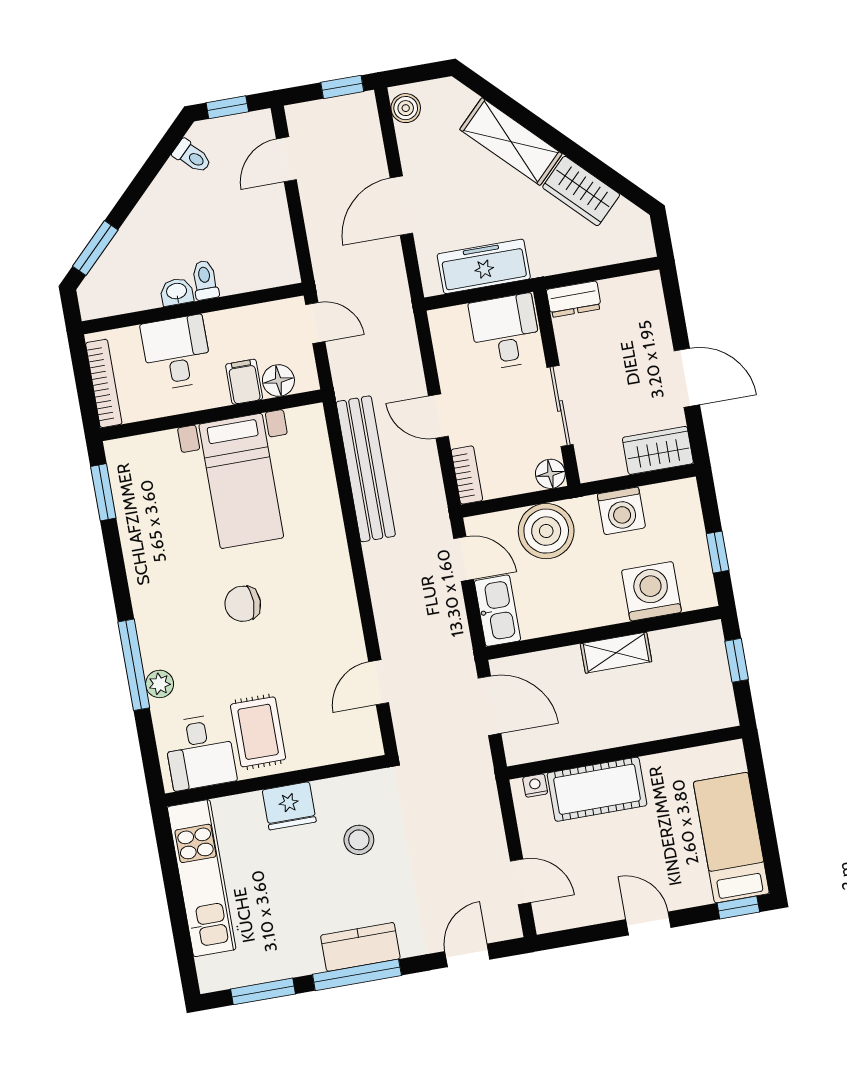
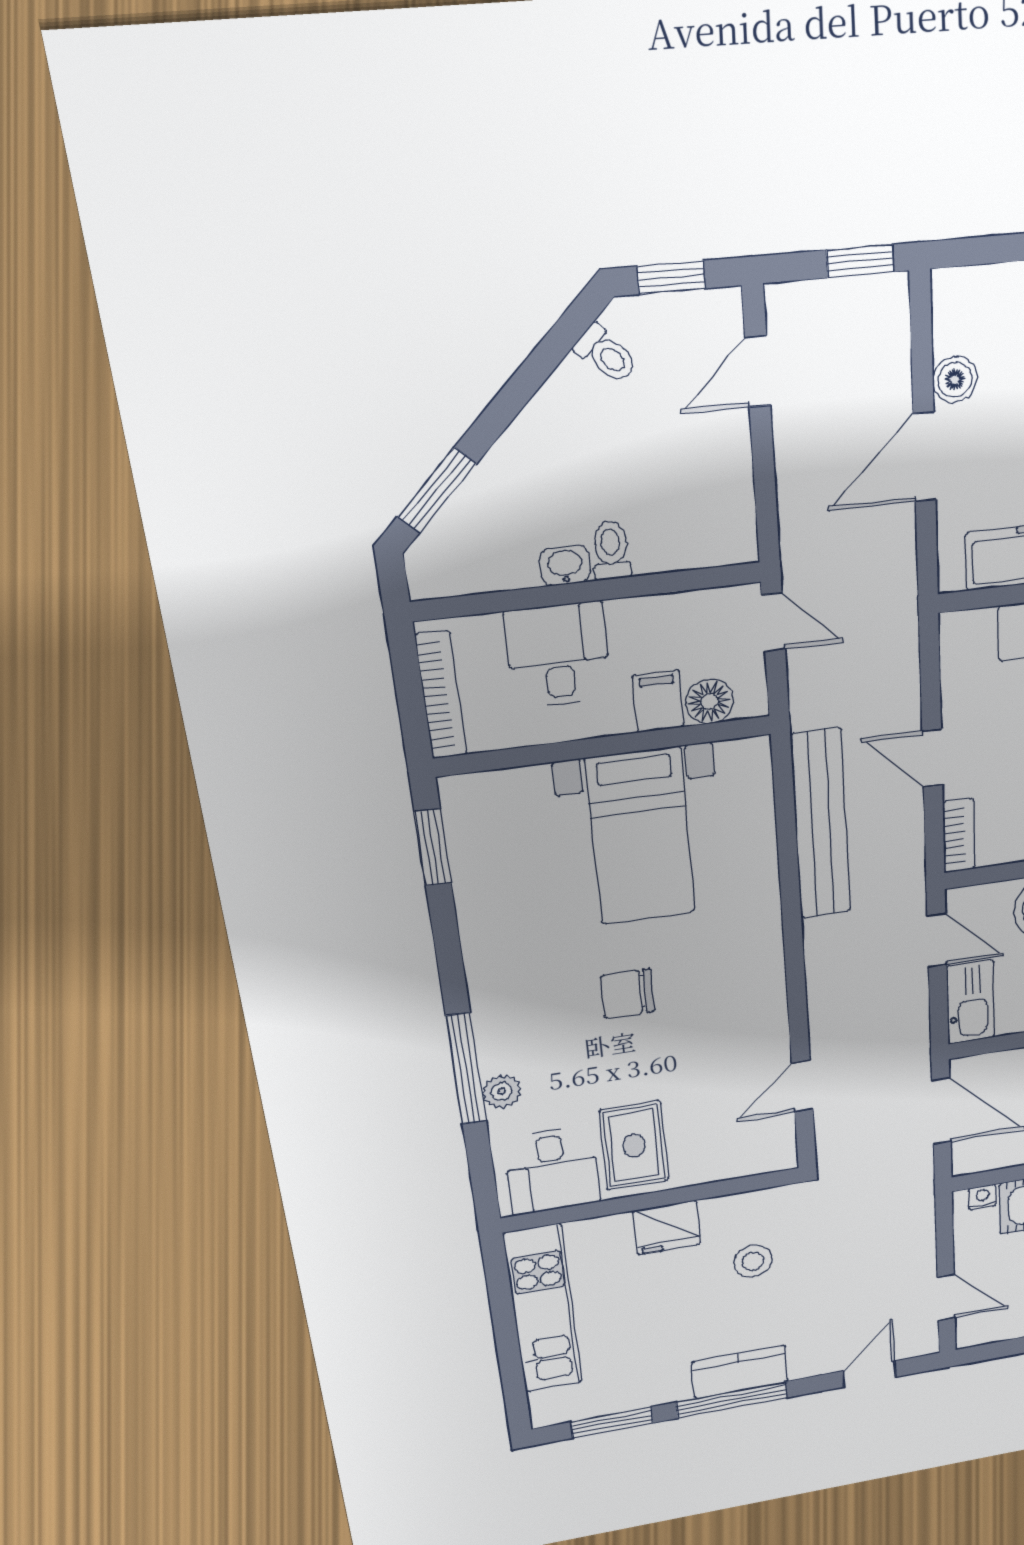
boiler: (406, 108) -> (955, 380), moved

